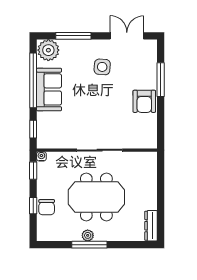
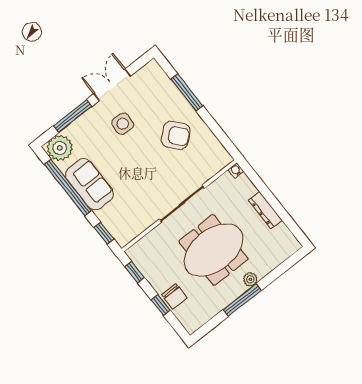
double door: (127, 36) -> (112, 85), moved
armchair: (144, 101) -> (176, 135), moved, turned -40
water cooler: (41, 156) -> (236, 170), moved
dresser: (151, 226) -> (265, 210), moved
plant: (88, 235) -> (250, 279), moved

